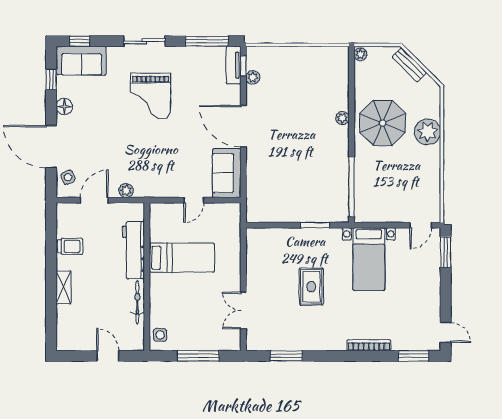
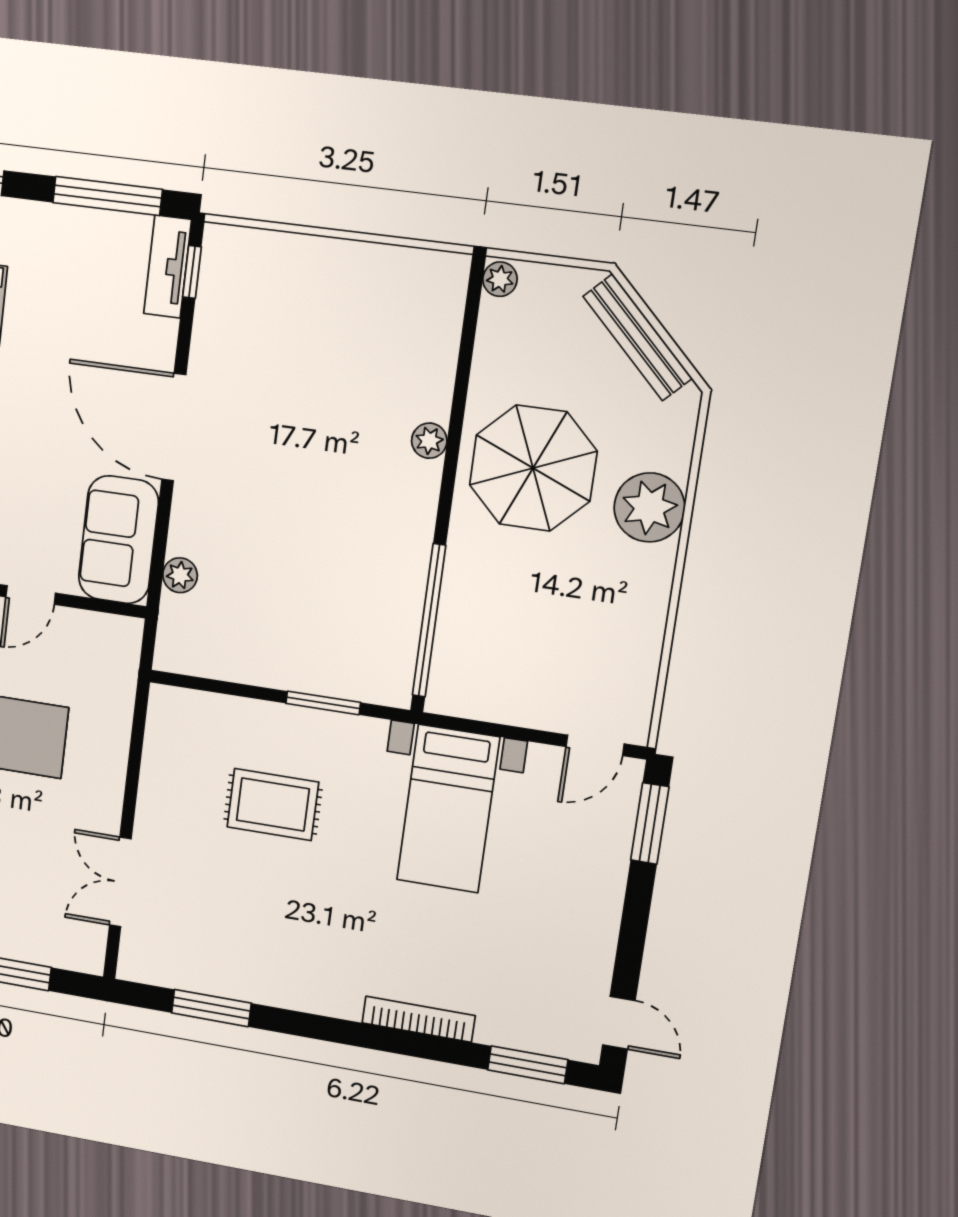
bench: (409, 65) -> (638, 337), width x1.36
plant: (253, 77) -> (180, 575), moved
rug: (311, 287) -> (273, 805), moved, turned 90

